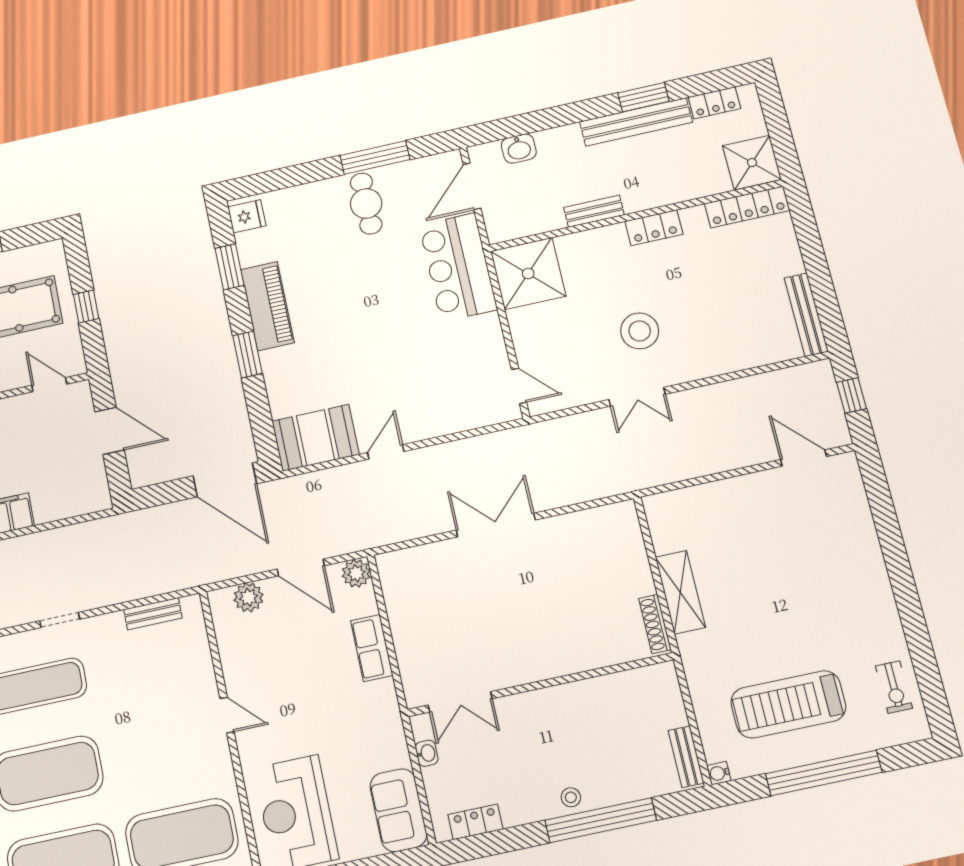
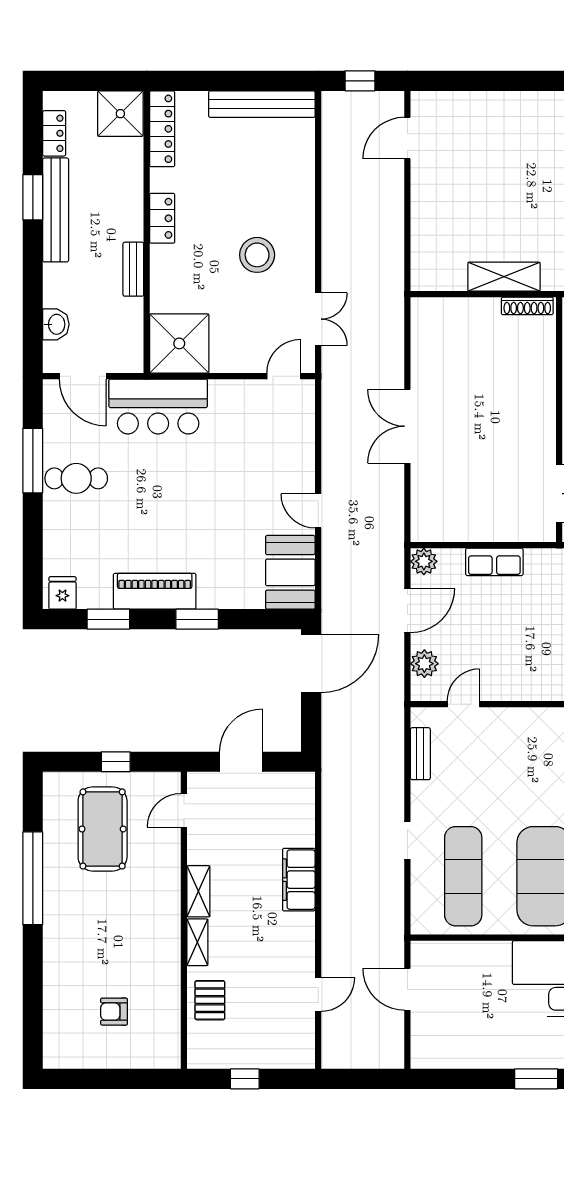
bench: (806, 315) -> (262, 104), width x1.37, depth x1.21
double door: (637, 397) -> (318, 319), moved
door: (227, 715) -> (463, 704), moved

